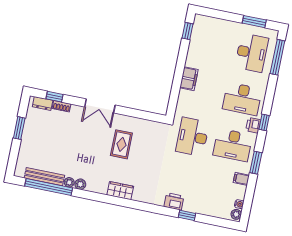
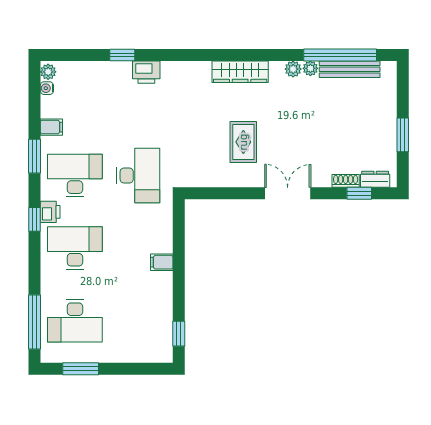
desk: (252, 53) -> (75, 321), turned -90
filing cabinet: (189, 79) -> (162, 262), width x0.50
wardrobe: (120, 191) -> (240, 72), width x1.50

